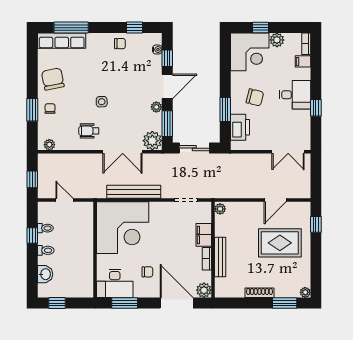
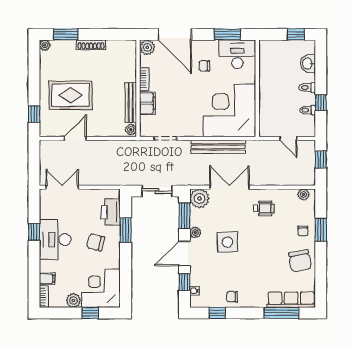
desk: (295, 95) -> (55, 240), width x1.37
side table: (102, 102) -> (227, 242), moved, width x1.87, depth x1.87
bench: (220, 257) -> (131, 103), moved

